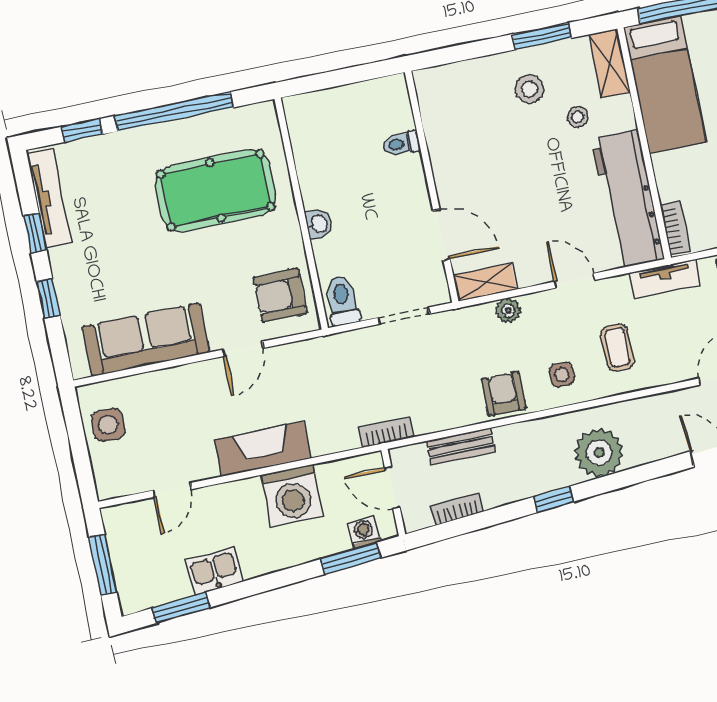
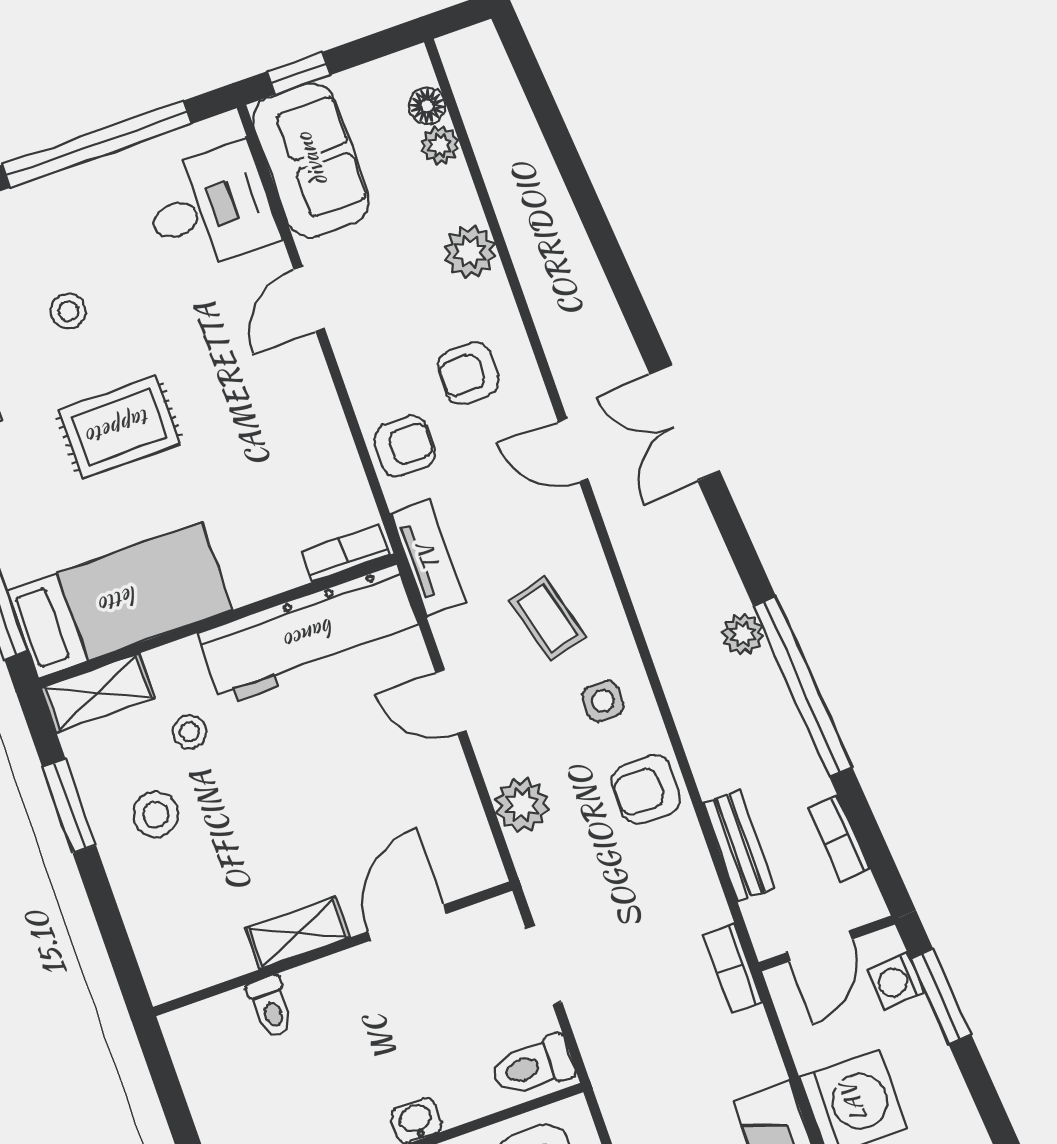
door: (574, 281) -> (451, 701), hinge flipped
shelving: (485, 282) -> (298, 933), moved, turned 90
plant: (508, 310) -> (522, 805), width x1.38, depth x1.38
coffee table: (617, 347) -> (547, 619), turned 75
plant: (599, 453) -> (743, 634), width x0.53, depth x0.53
window: (554, 499) -> (802, 686), width x3.17

